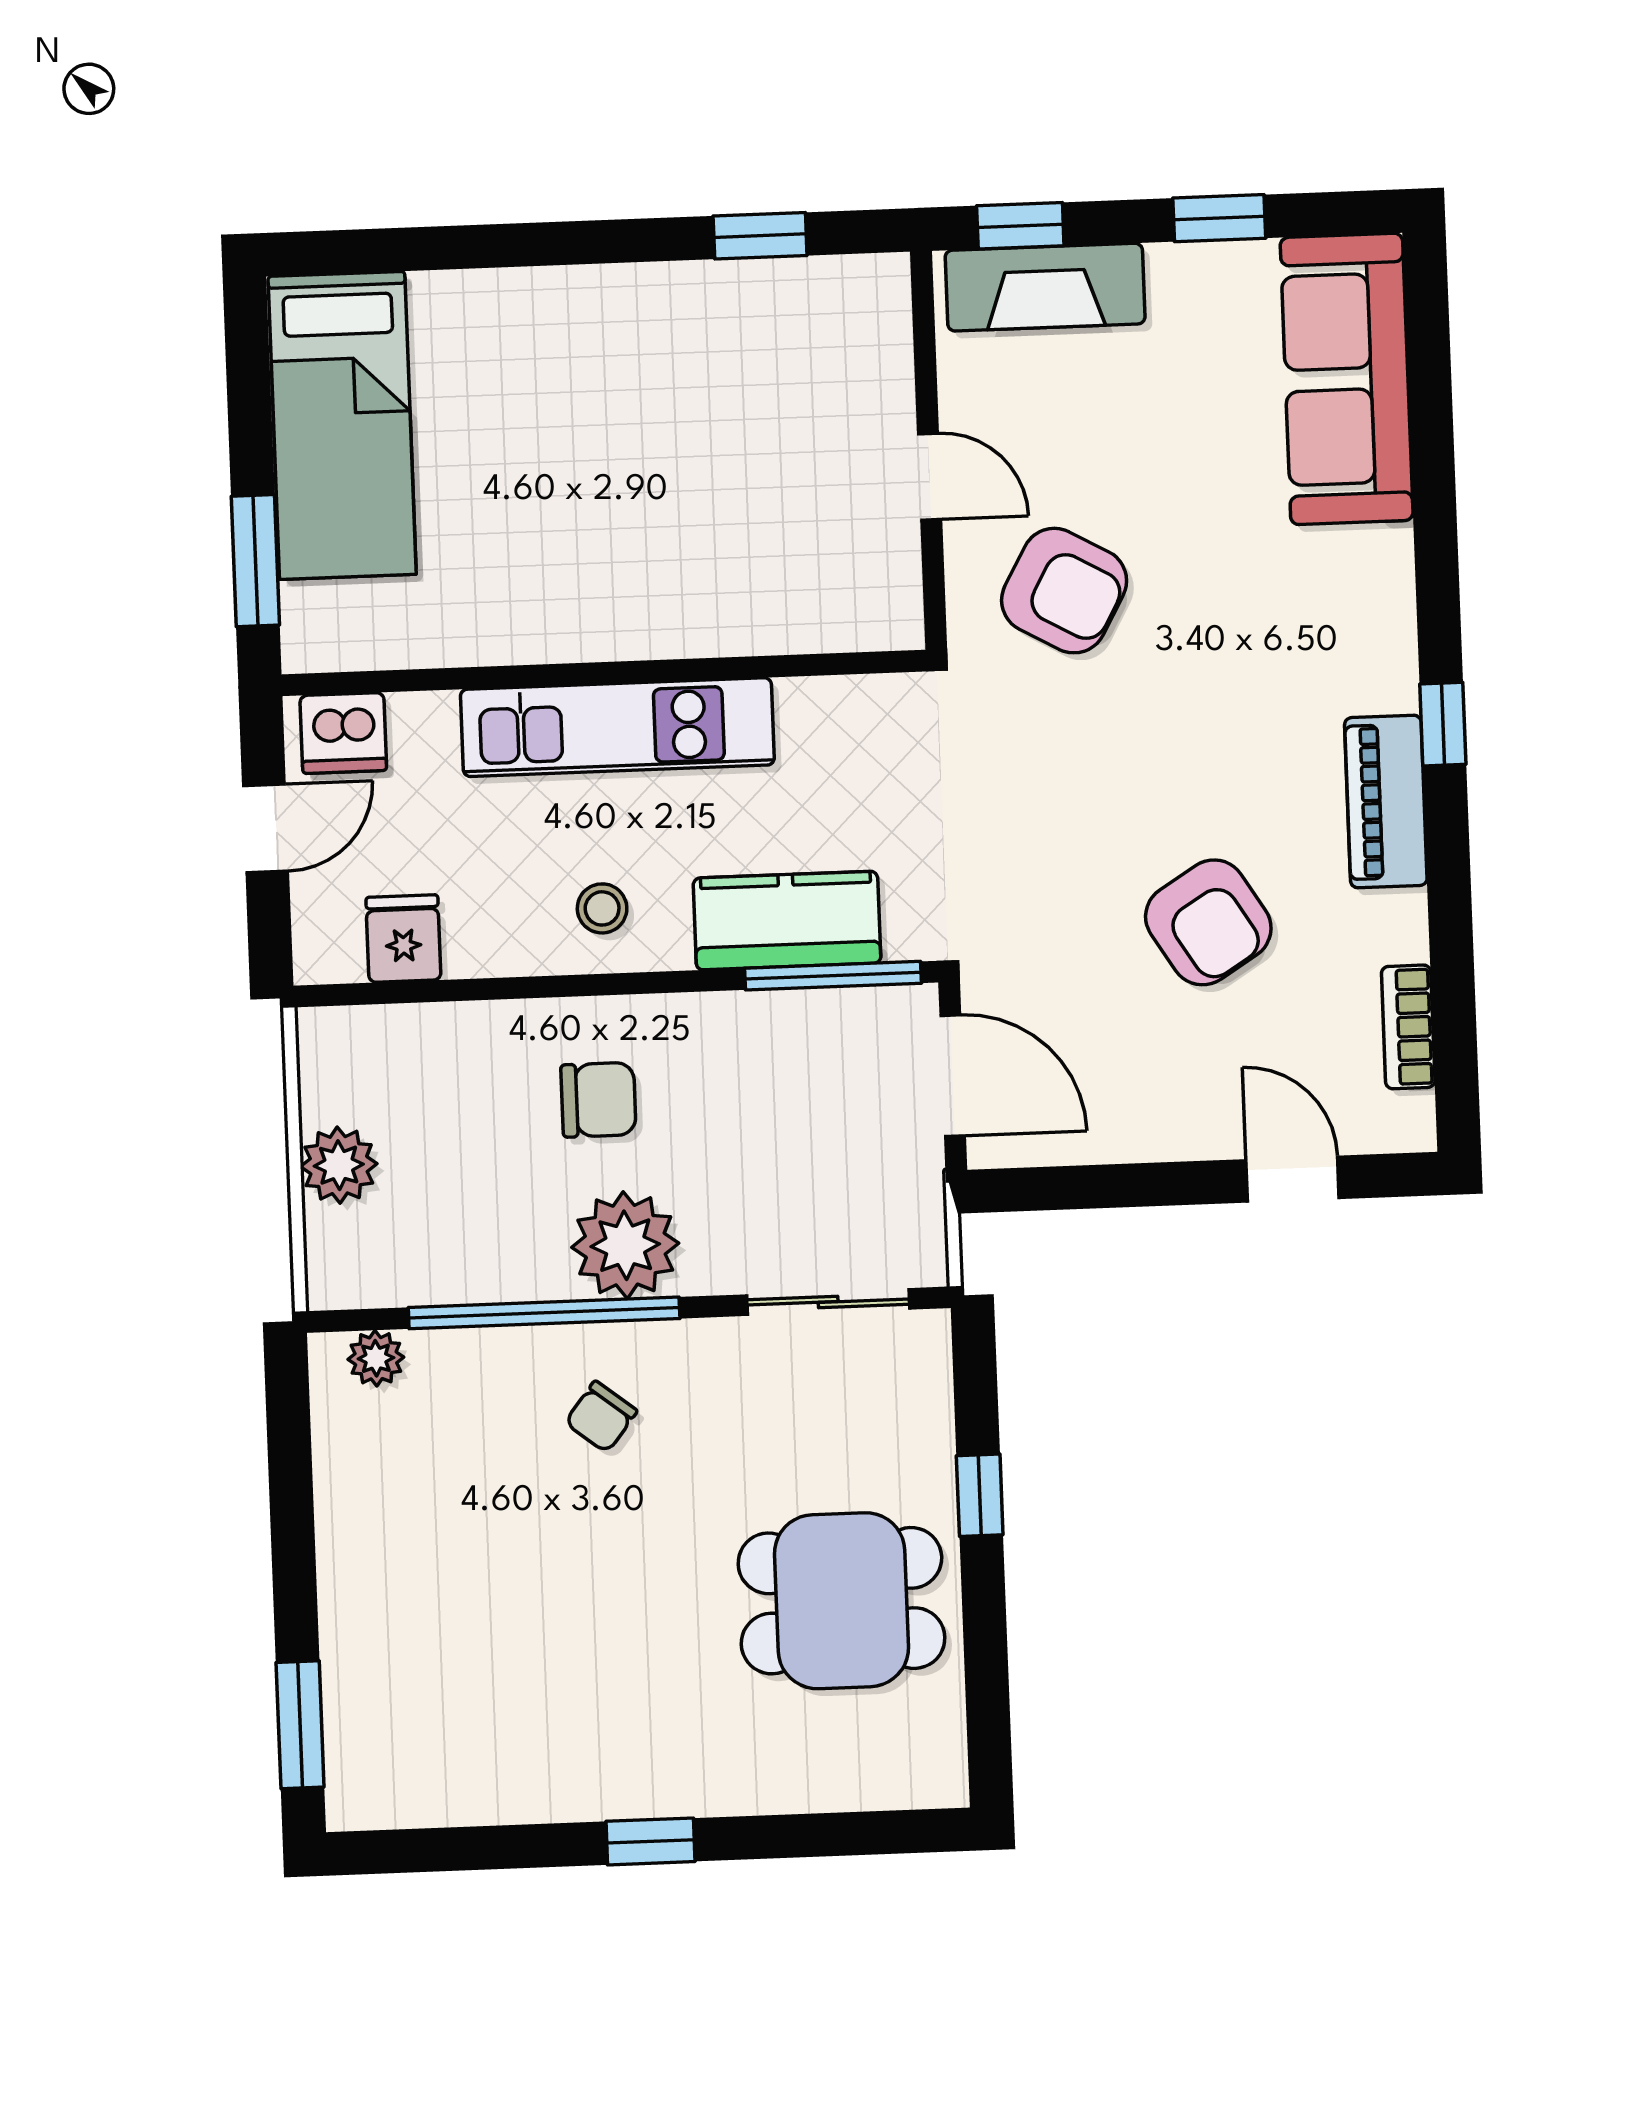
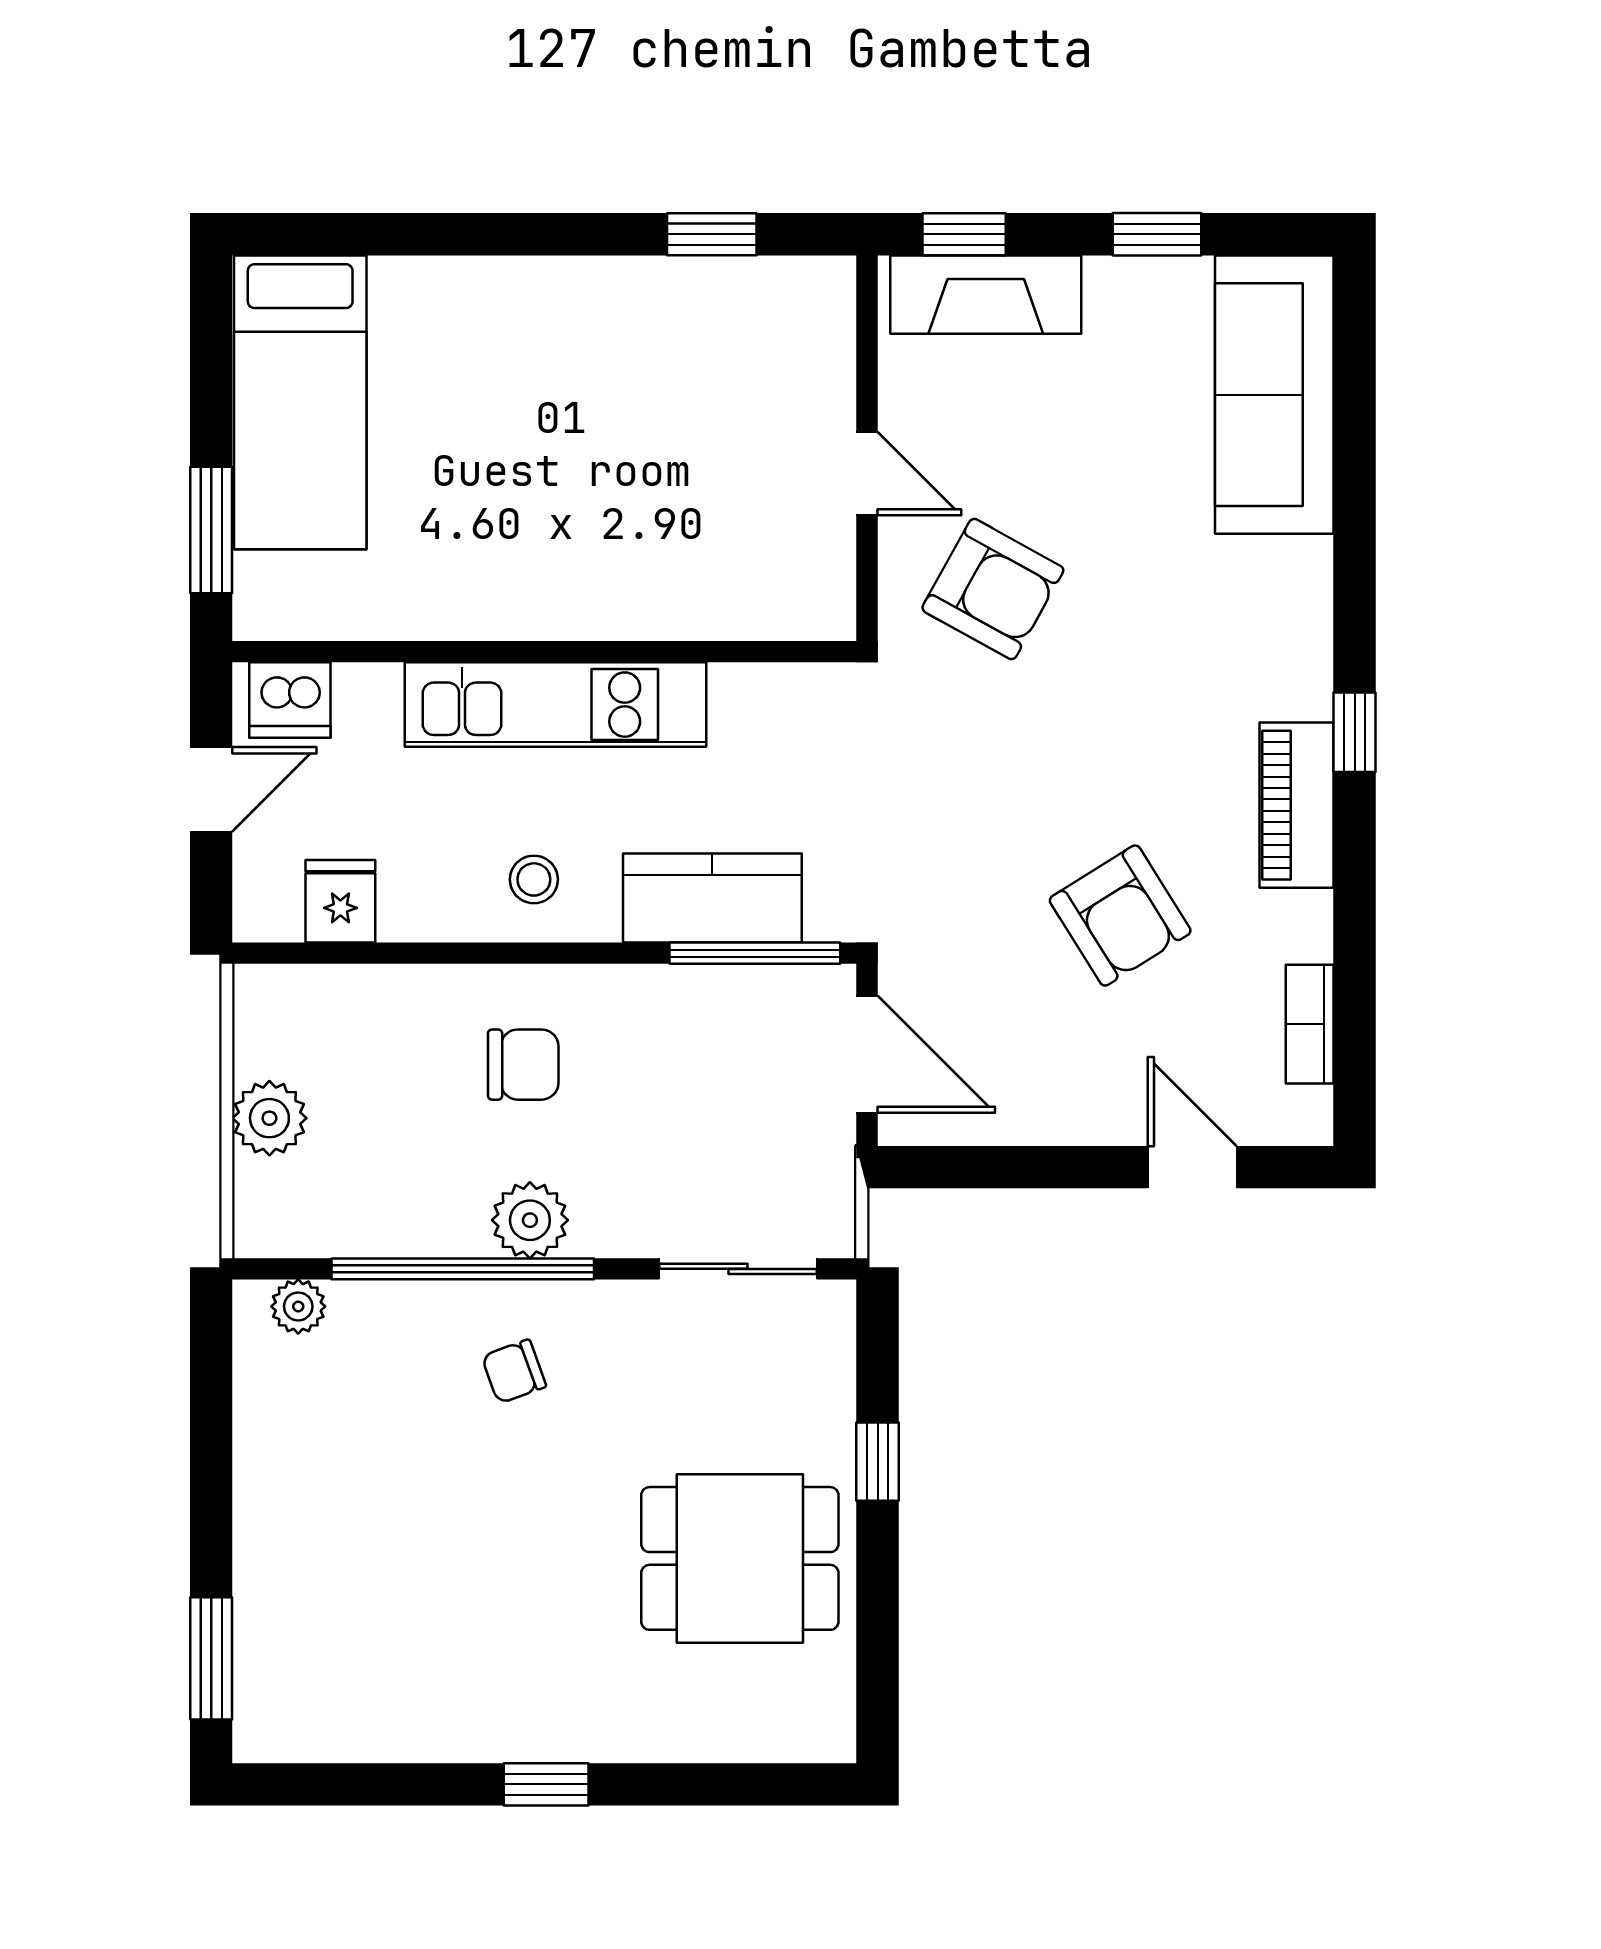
plant: (625, 1245) -> (530, 1220), width x0.73, depth x0.73
chair: (601, 1417) -> (514, 1371), turned 32

